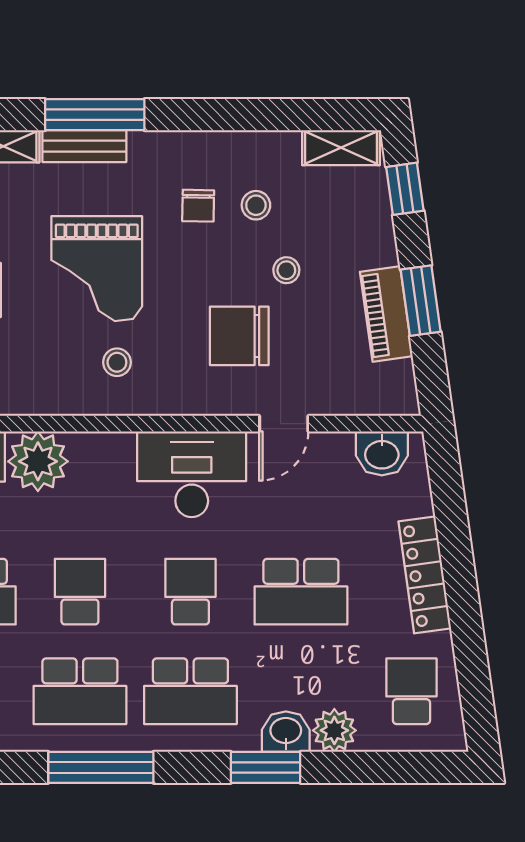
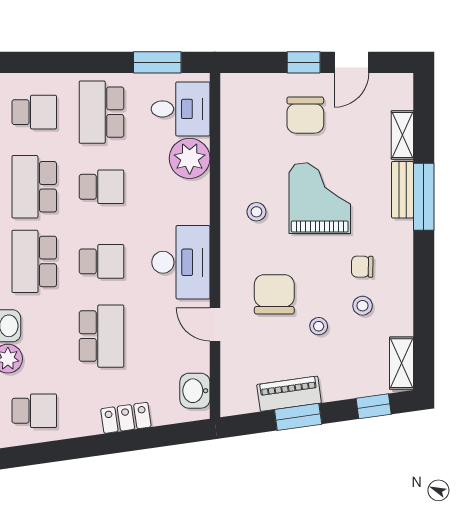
grand piano: (97, 269) -> (320, 198), turned 90
locker: (425, 575) -> (126, 418), width x0.66
school desk: (301, 592) -> (101, 336), turned 180

